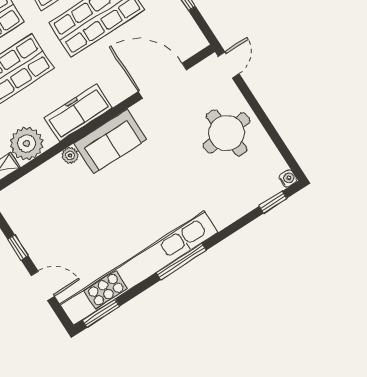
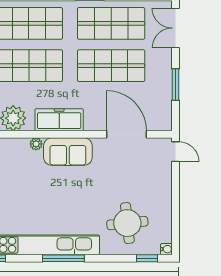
door: (229, 65) -> (175, 152), hinge flipped
round table: (227, 133) -> (127, 223), moved

